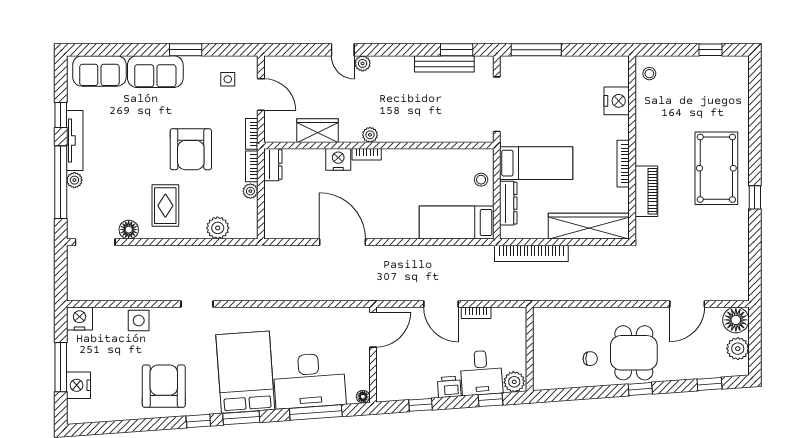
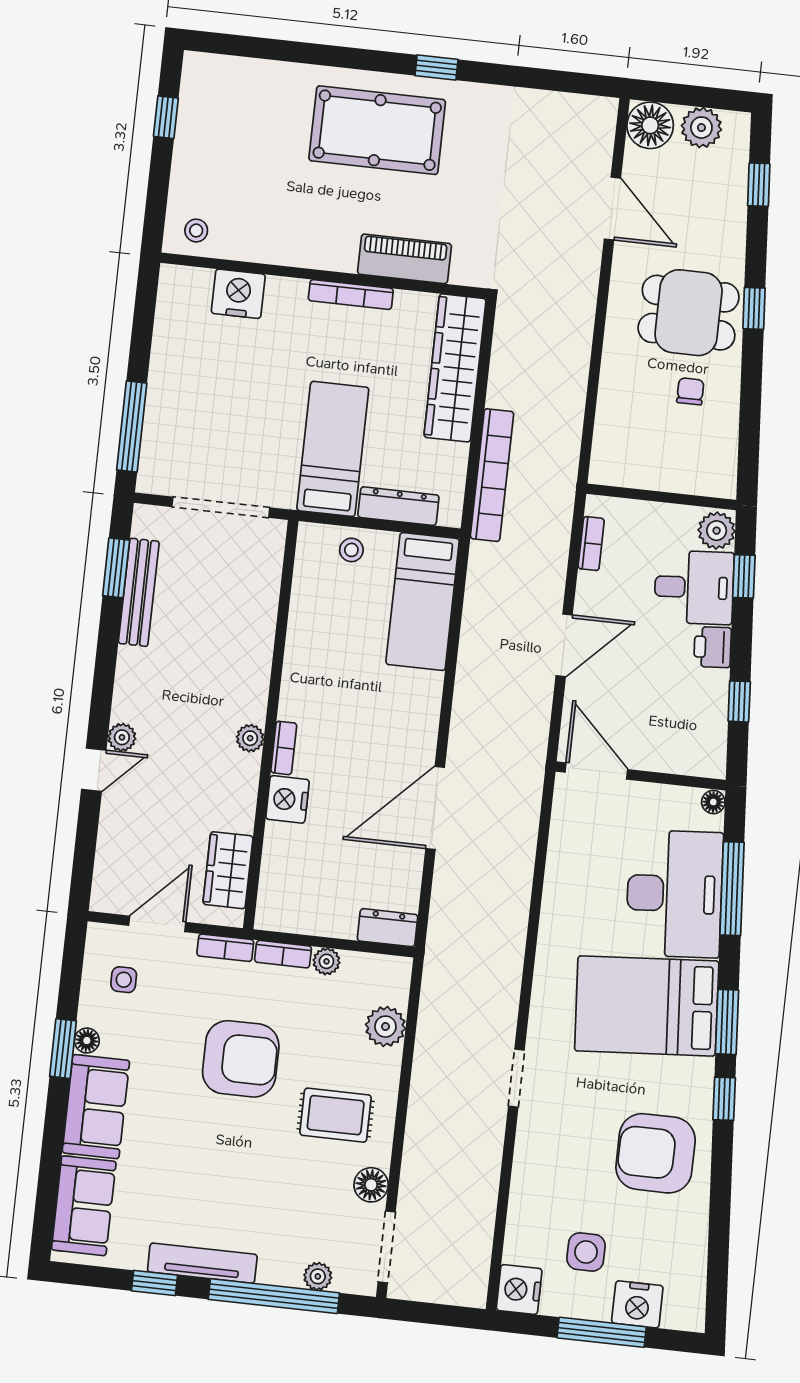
floor lamp: (192, 62) -> (87, 1041), added
wardrobe: (318, 131) -> (228, 870), moved
dresser: (273, 165) -> (388, 928), moved
plant: (74, 180) -> (318, 1276), moved
bookcase: (476, 313) -> (591, 544), moved
side table: (139, 321) -> (586, 1252), moved

